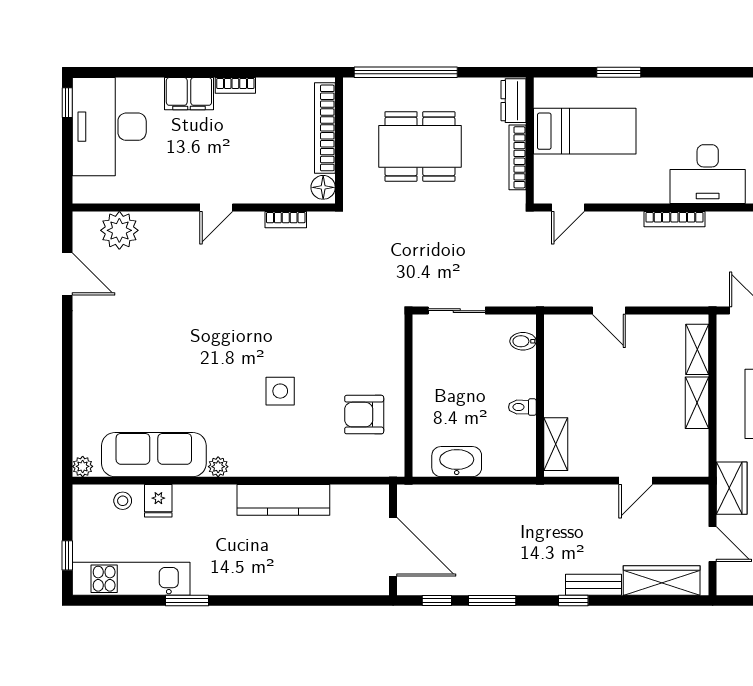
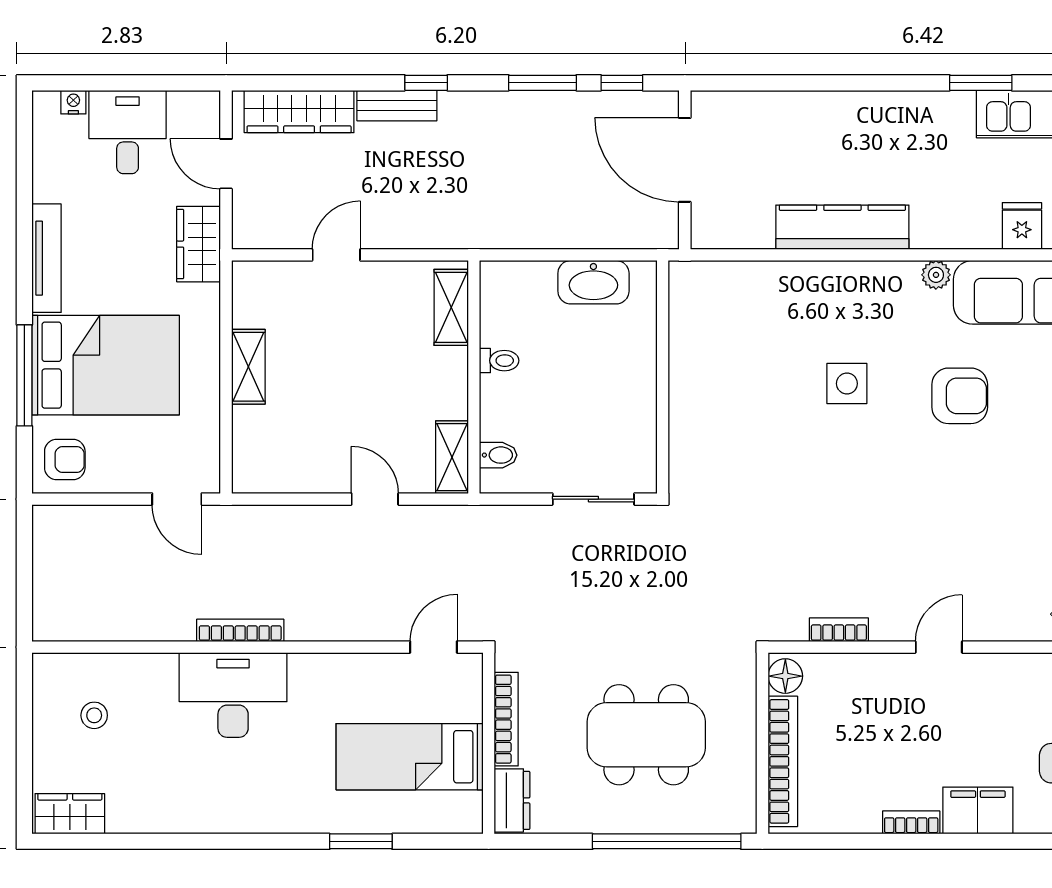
bookcase: (674, 219) -> (240, 630), moved
shelving: (697, 349) -> (452, 457), moved
armchair: (364, 415) -> (960, 396), moved

